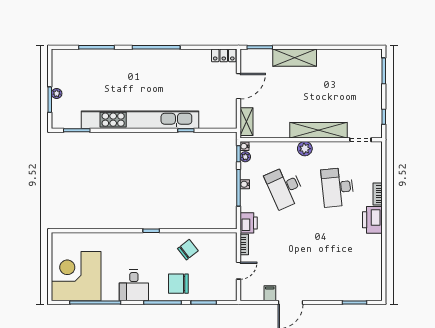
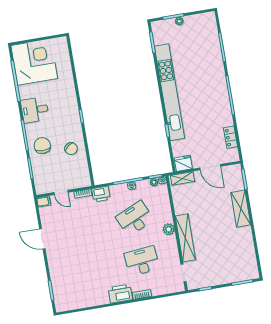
locker: (224, 55) -> (231, 137), moved
fridge: (228, 118) -> (183, 163), added
filing cabinet: (270, 293) -> (44, 201), moved

